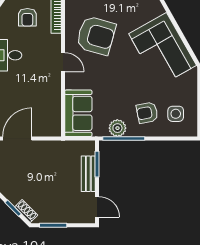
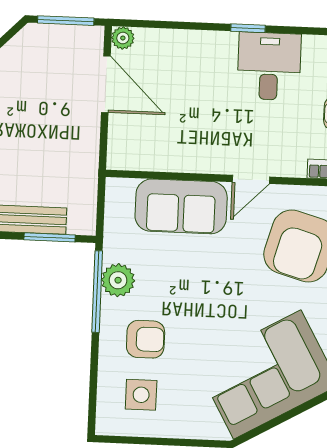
sofa: (78, 113) -> (181, 206), moved
armchair: (147, 113) -> (146, 339), turned 101

